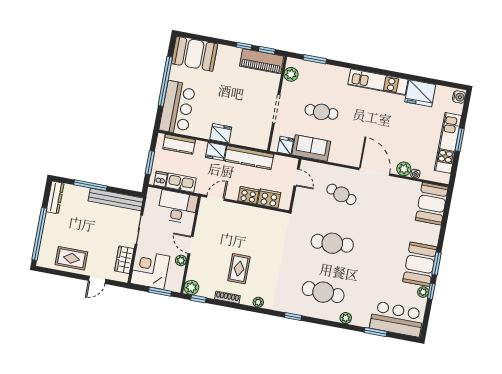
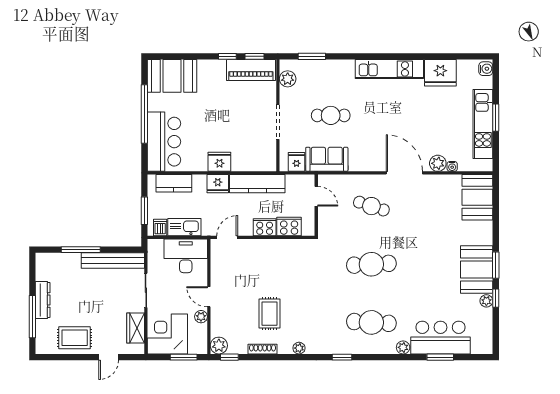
dresser: (55, 197) -> (43, 300), moved
window: (39, 234) -> (32, 317), width x0.68
bar counter: (397, 319) -> (440, 338), moved

